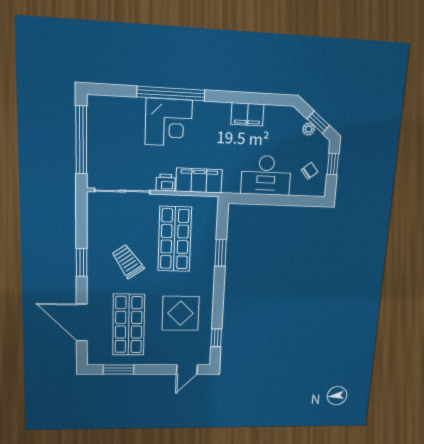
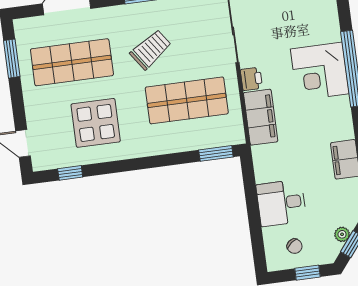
desk: (266, 175) -> (281, 203), width x0.73
window: (221, 253) -> (216, 153), moved

